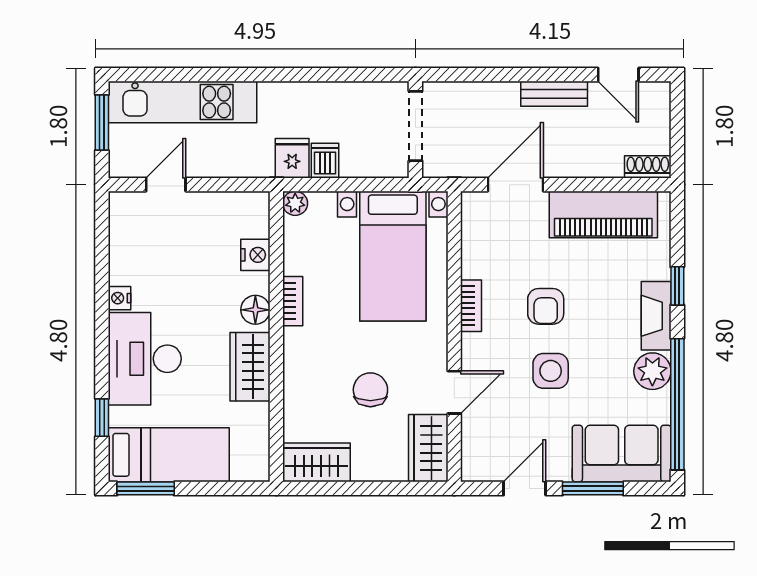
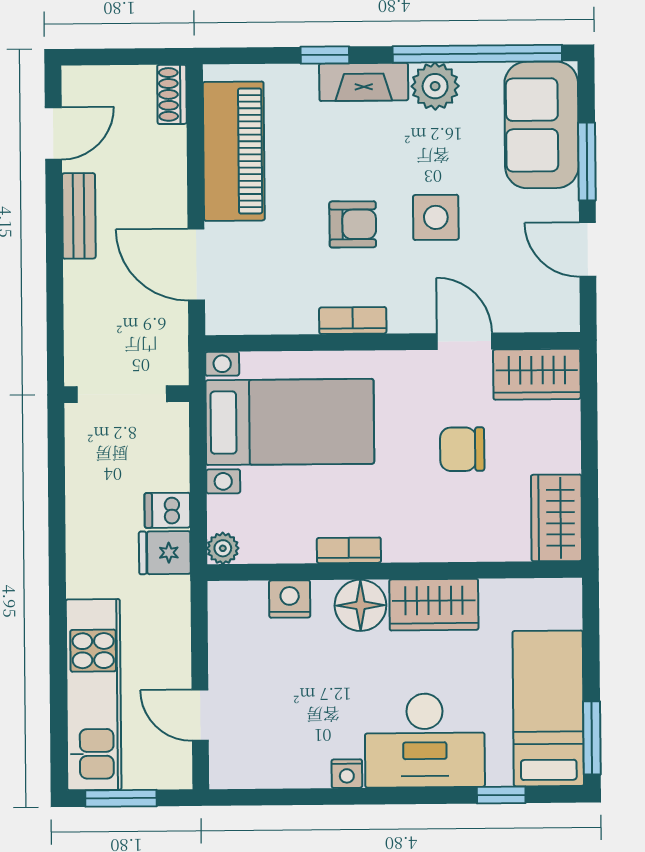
floor lamp: (255, 310) -> (360, 605), width x1.38, depth x1.38

